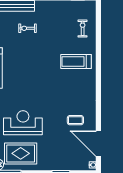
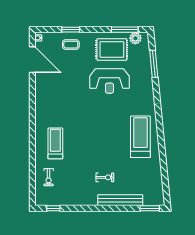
treadmill: (76, 61) -> (55, 143), turned -90
coffee table: (75, 120) -> (71, 45), moved

